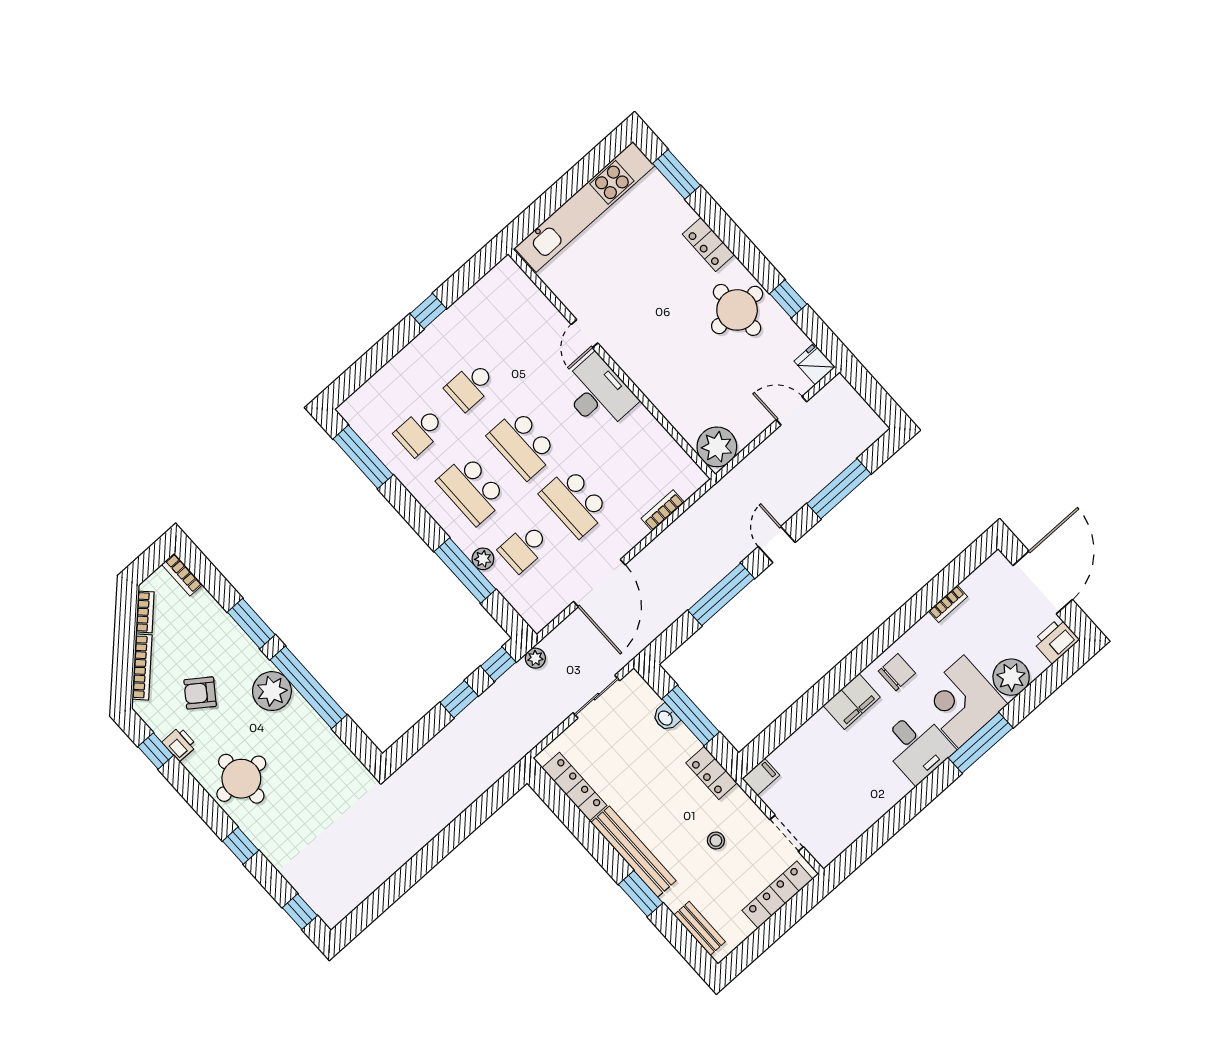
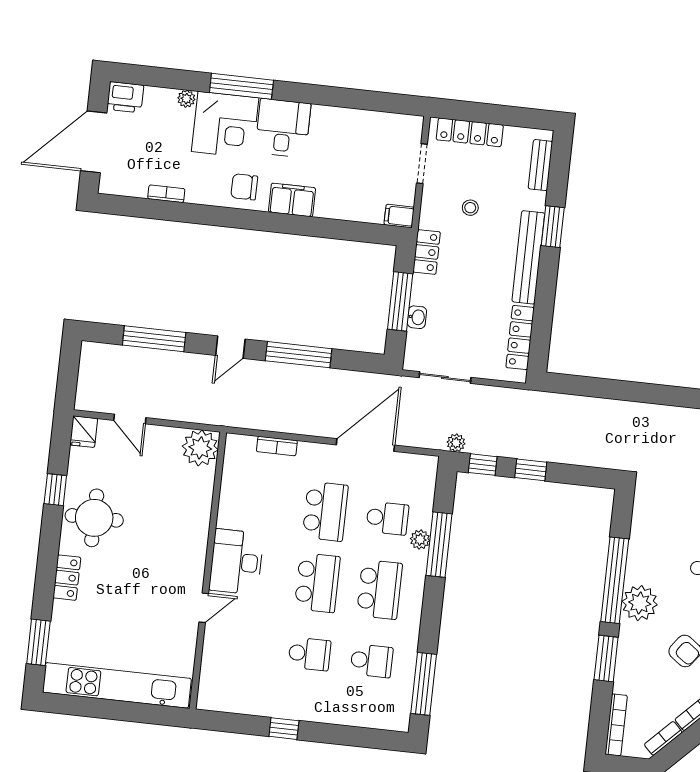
bookcase: (182, 575) -> (616, 725), width x1.56
plant: (1011, 677) -> (186, 99), width x0.53, depth x0.53

